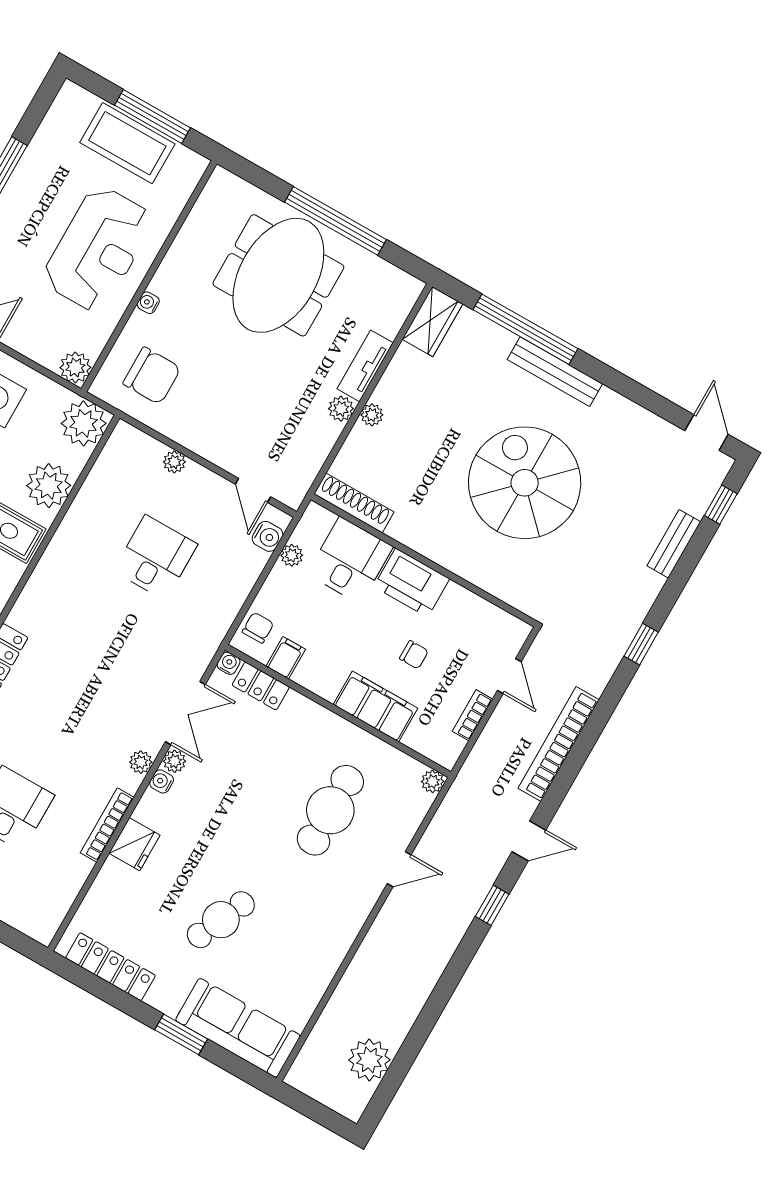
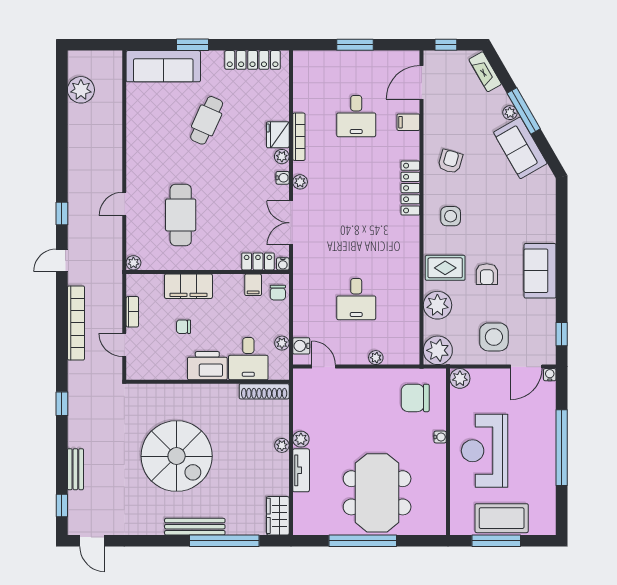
plant: (175, 761) -> (282, 157), moved

